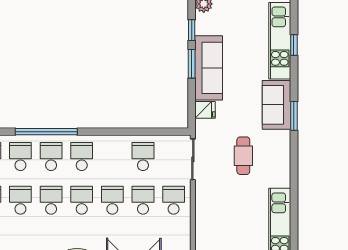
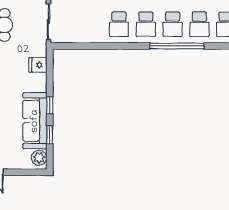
window: (192, 64) -> (50, 105), width x0.67
sofa: (209, 68) -> (35, 121), moved
school desk: (143, 157) -> (119, 24), moved

